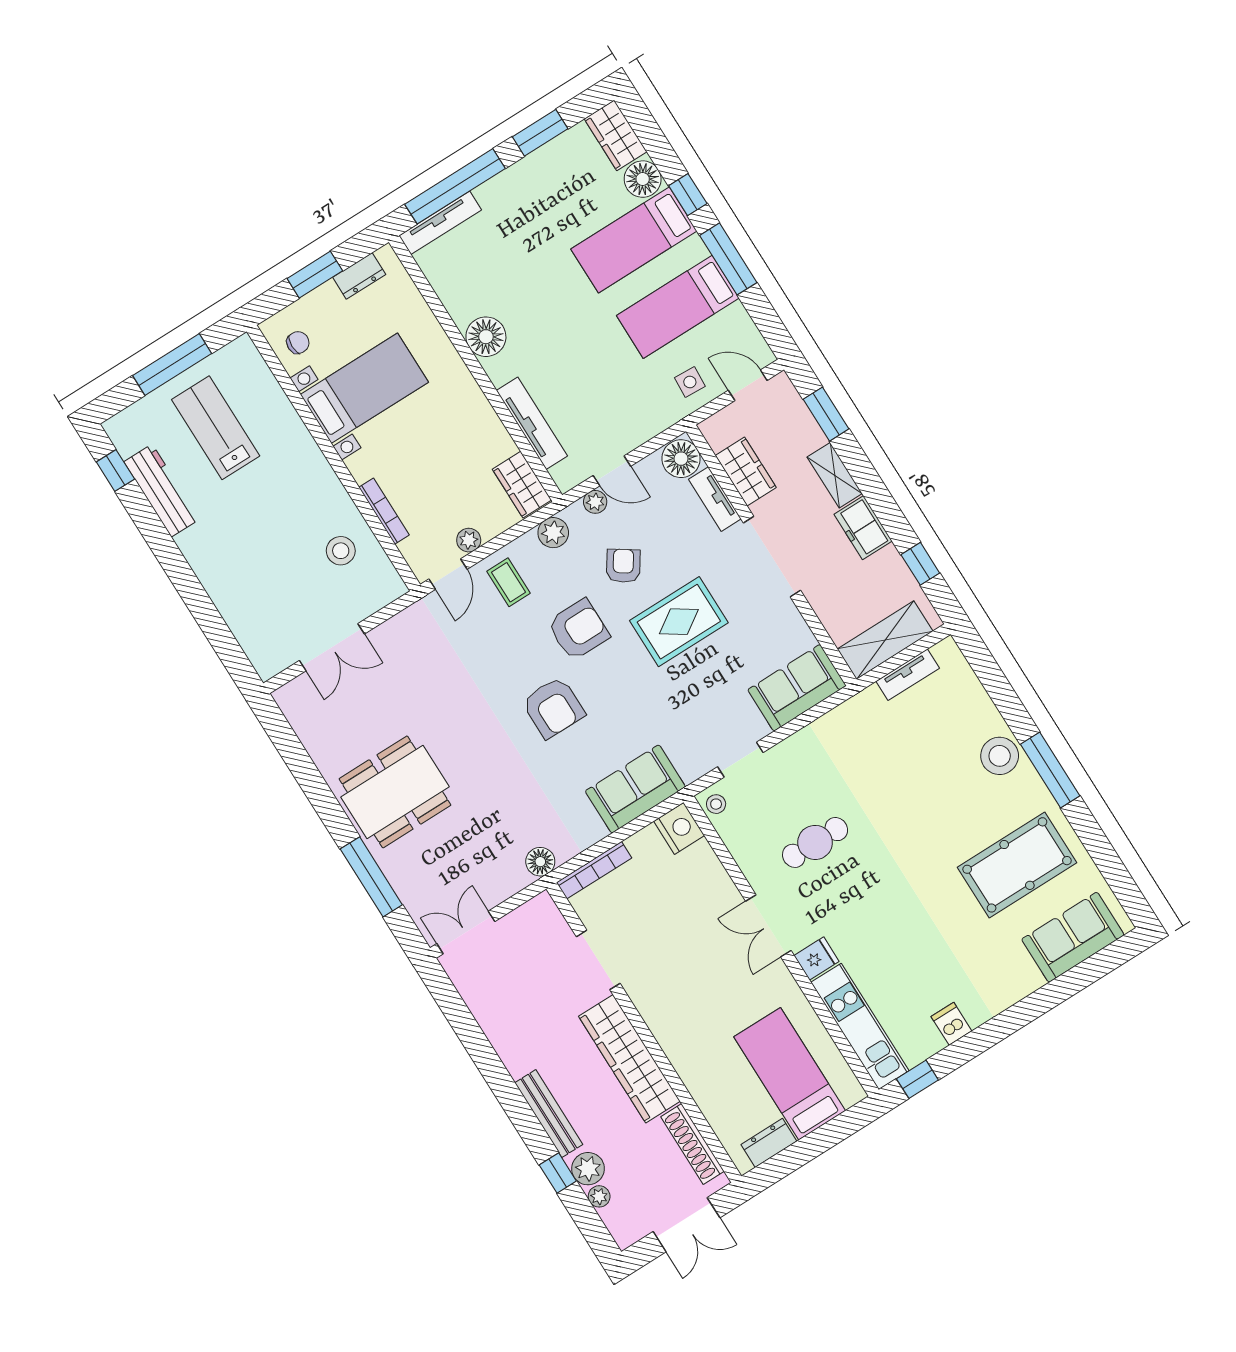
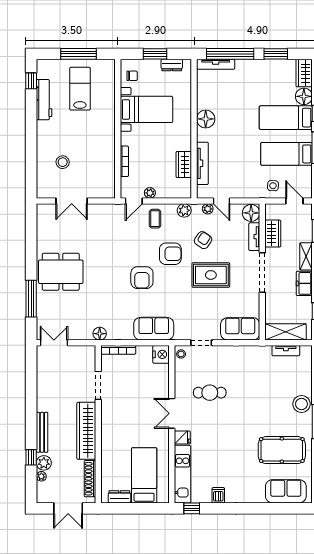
wardrobe: (522, 485) -> (184, 165), moved
stool: (341, 551) -> (63, 162), moved

